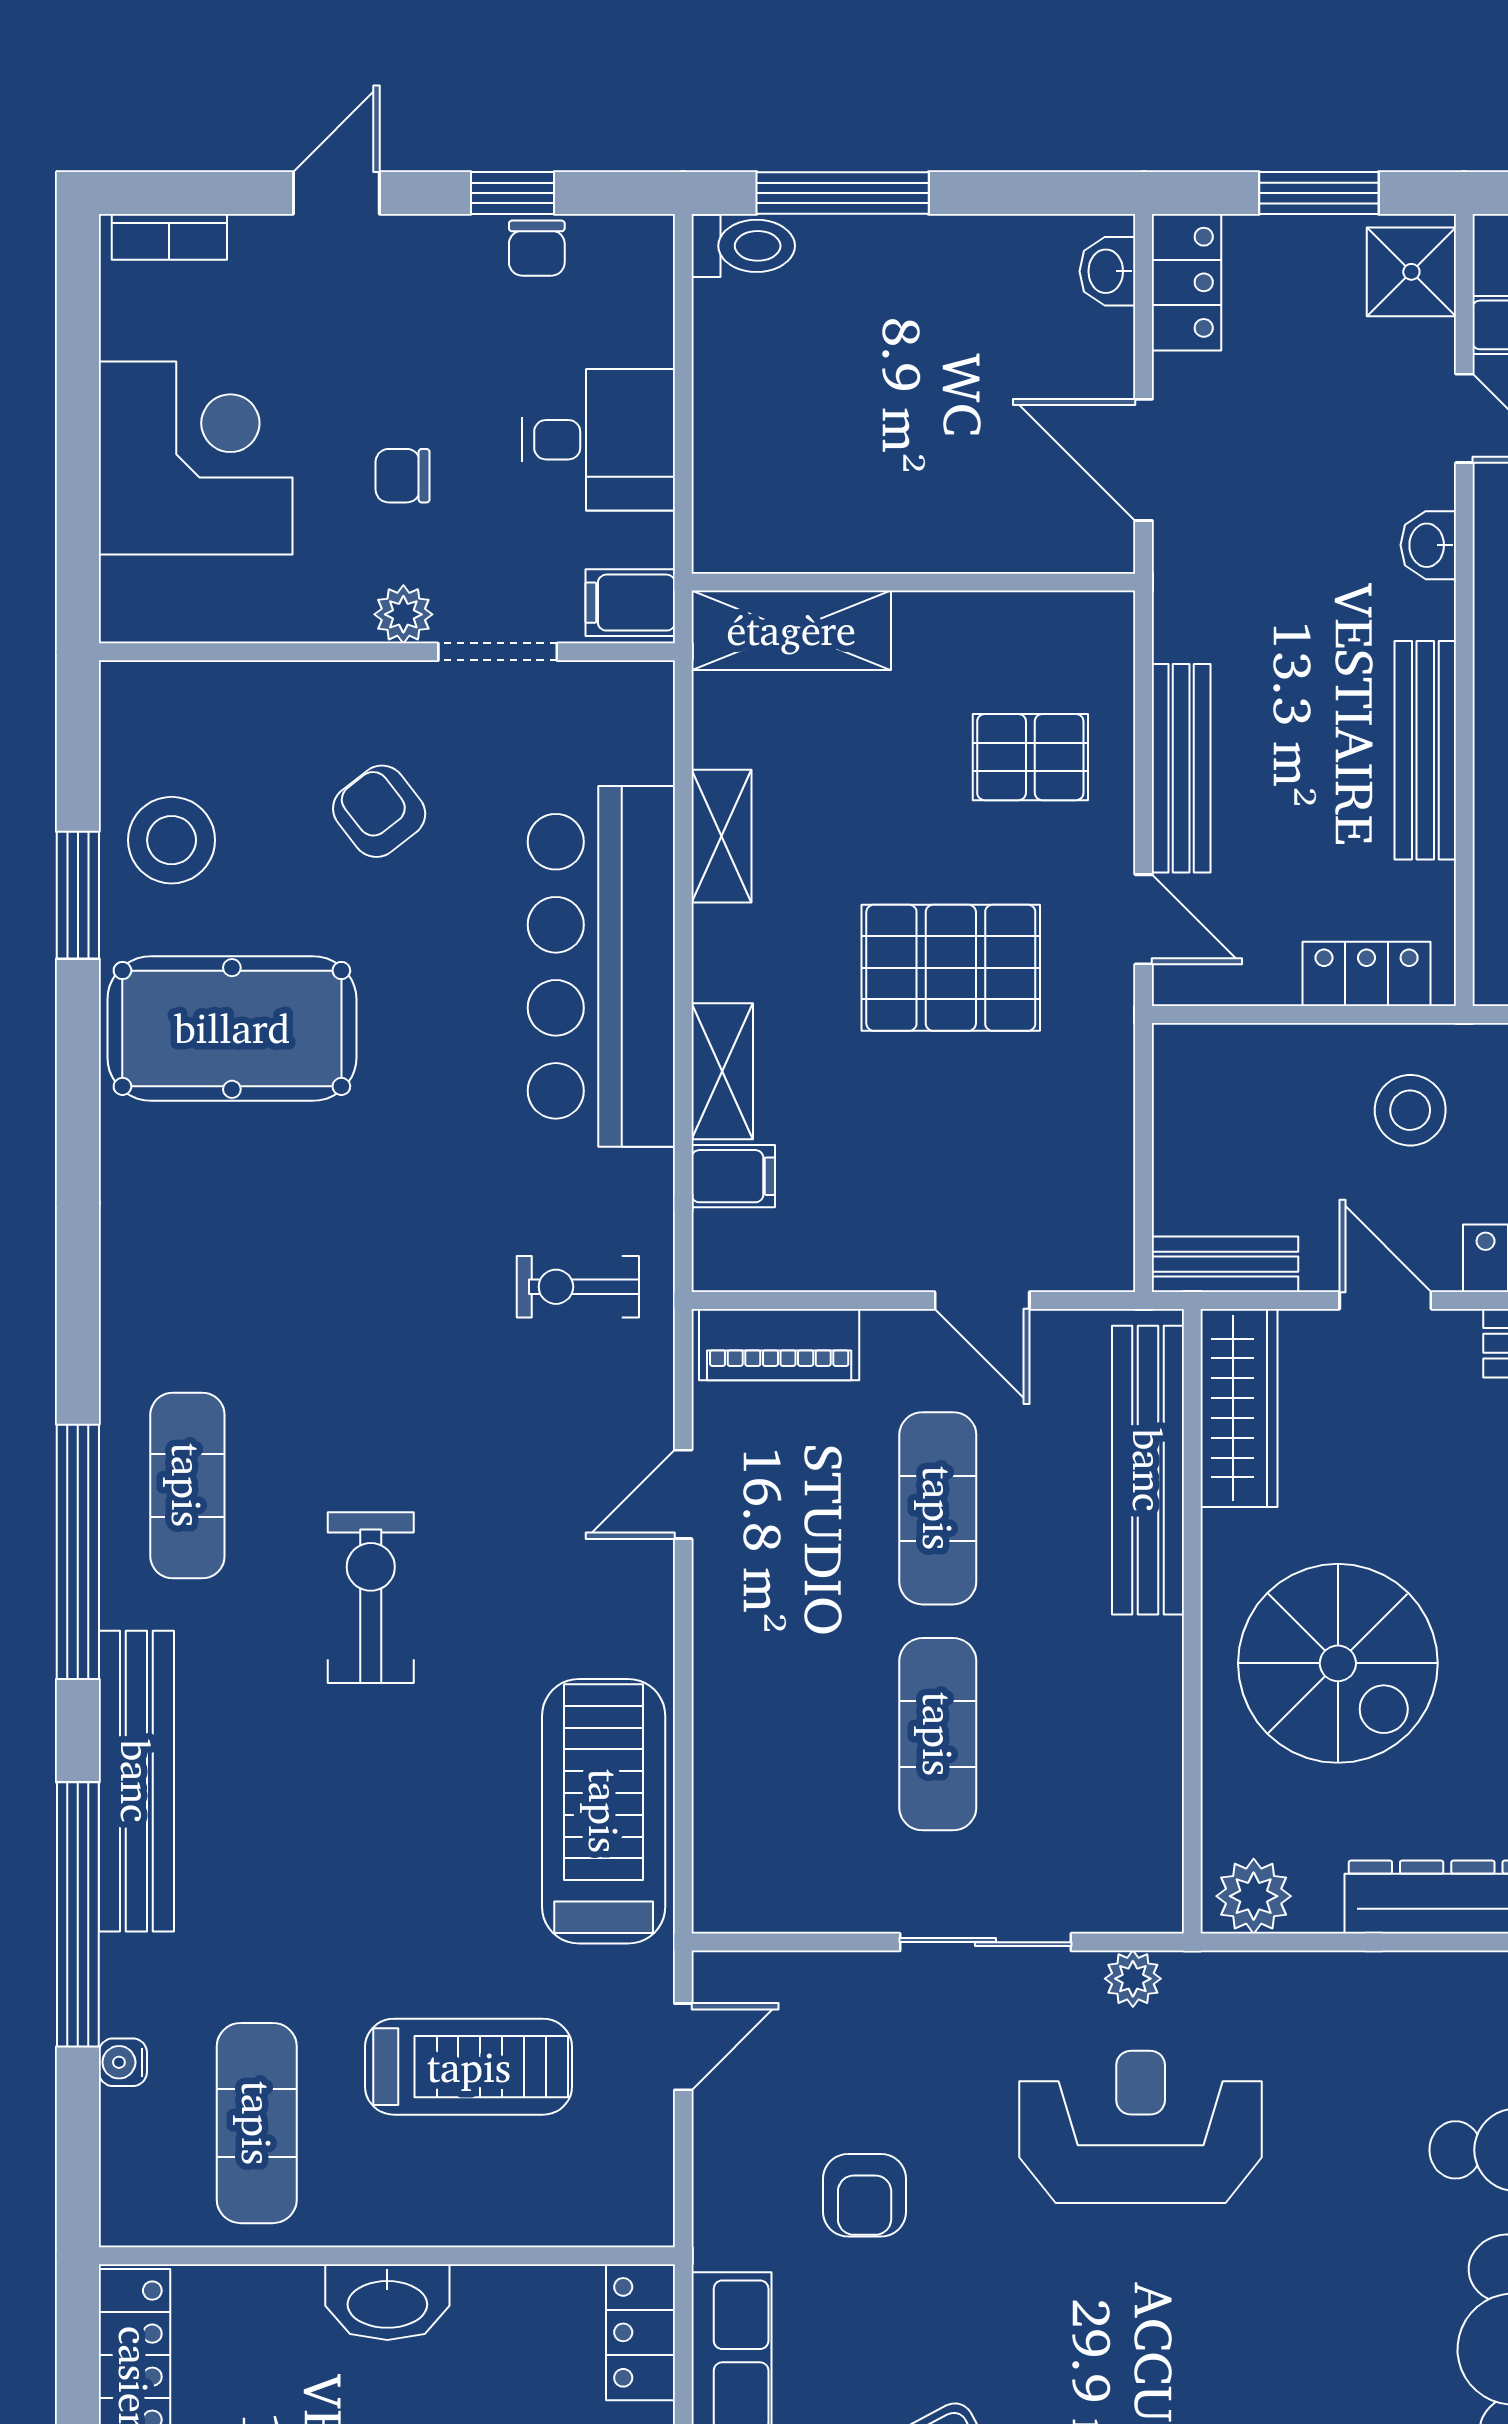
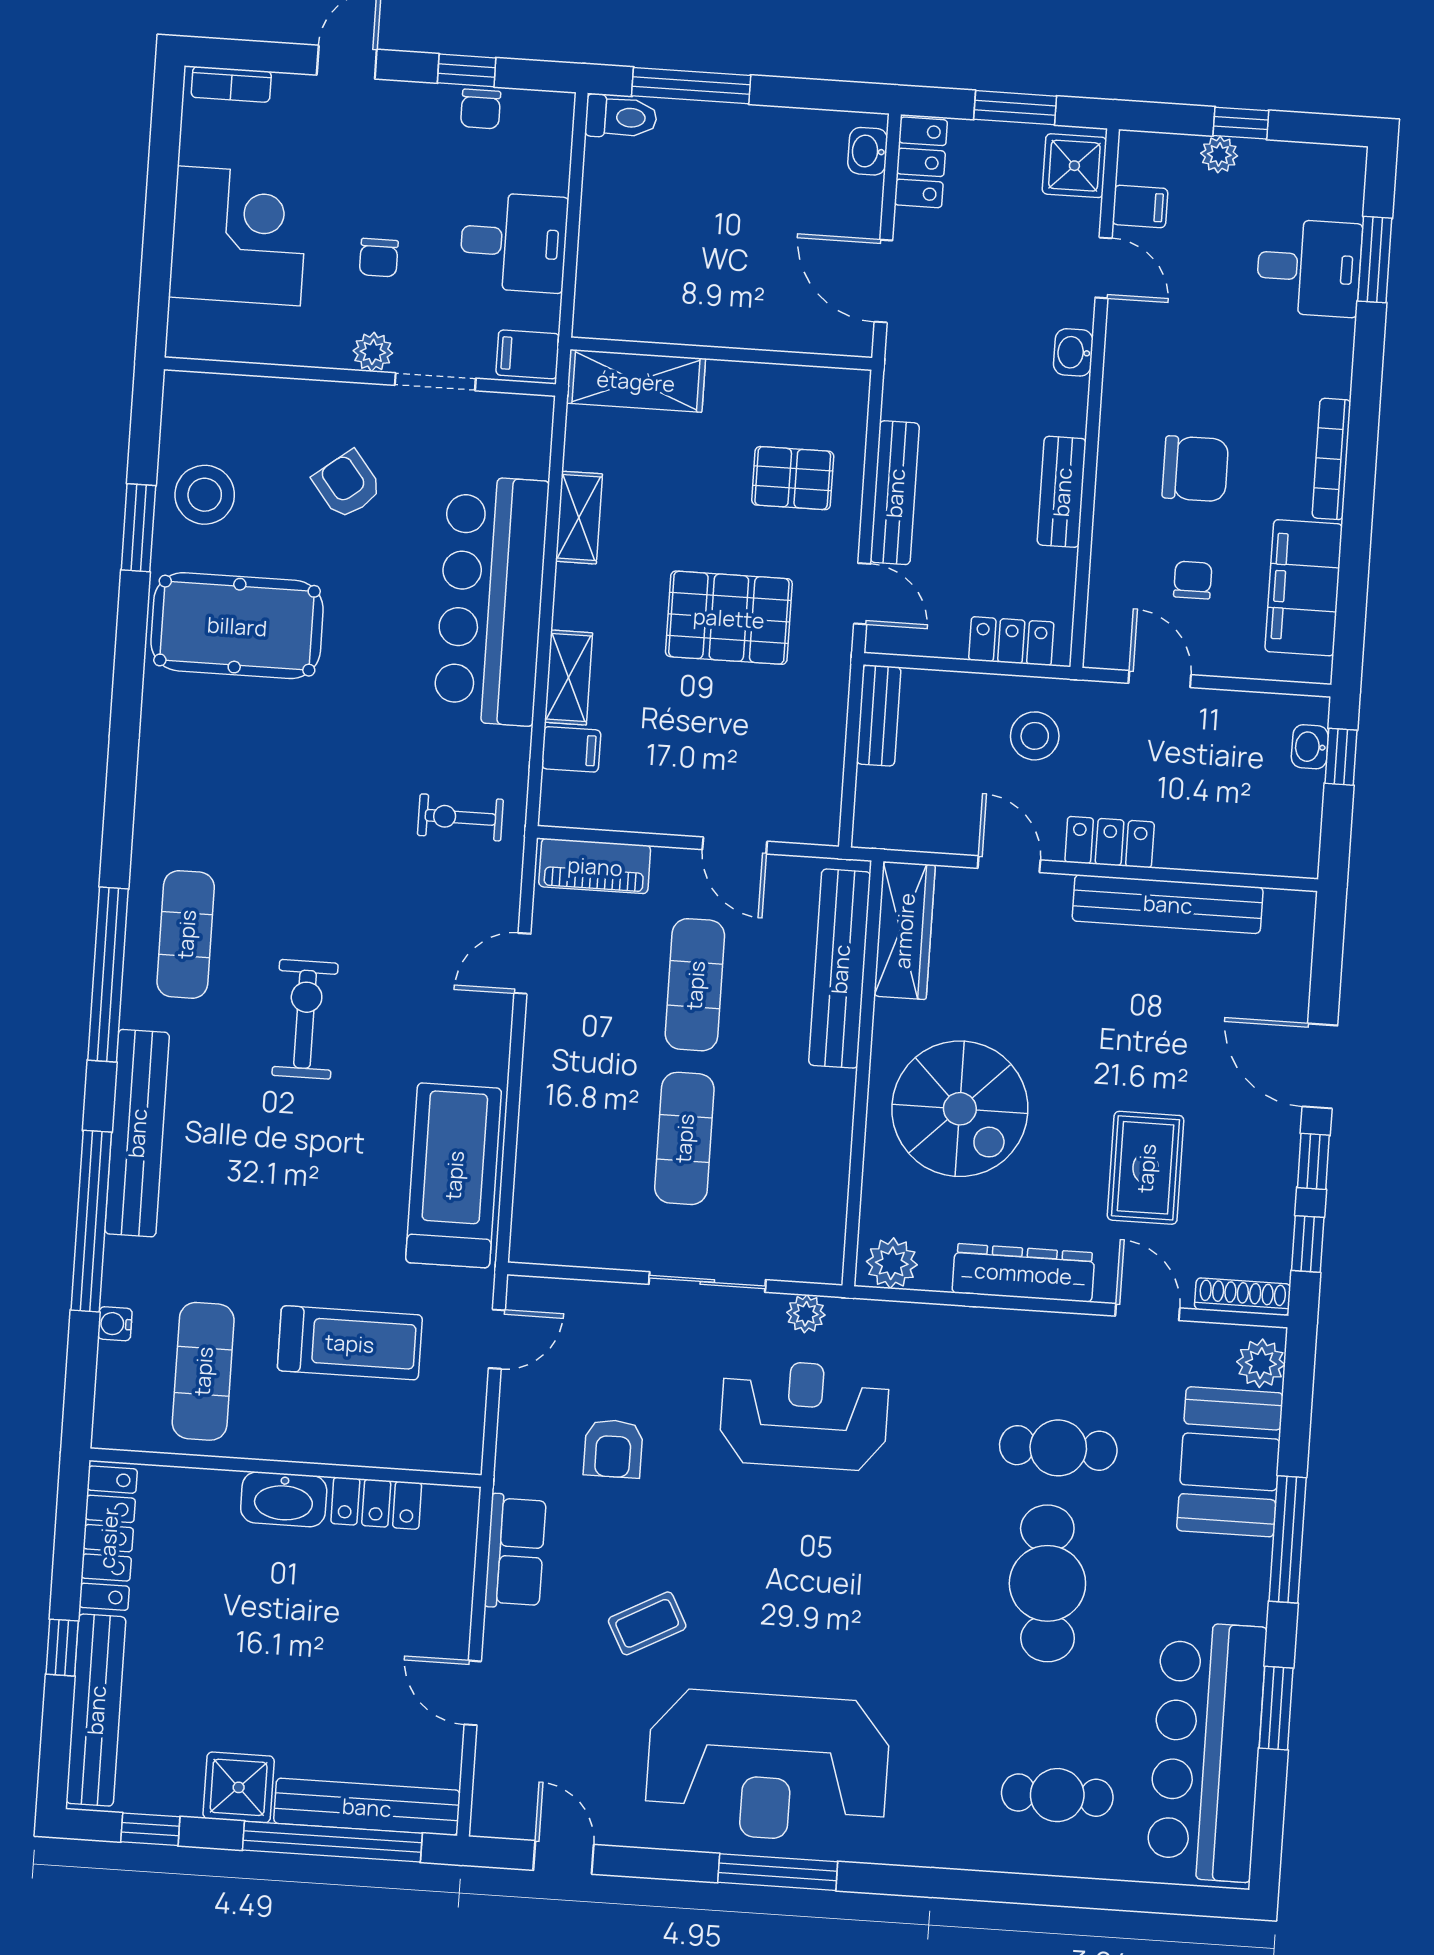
chair: (403, 476) -> (379, 258), turned -90
bench: (1425, 750) -> (1062, 492), width x0.73
bench: (1225, 1264) -> (879, 715), moved, turned 90
locker: (640, 2332) -> (376, 1503), moved, turned -90

